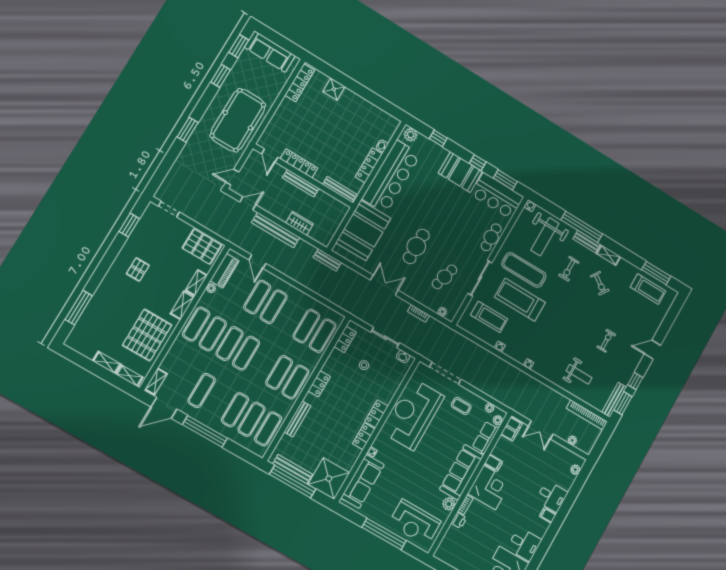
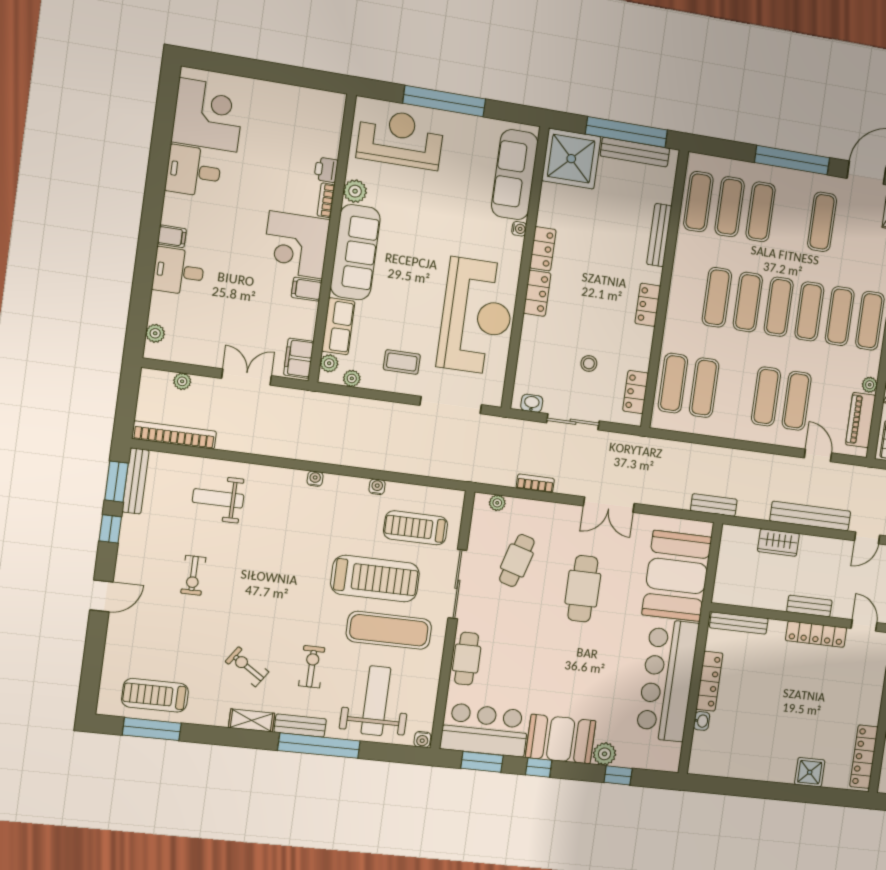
plant: (411, 135) -> (605, 754), moved
bench: (301, 183) -> (809, 606), width x0.73
exercise mat: (296, 382) -> (748, 302), moved

